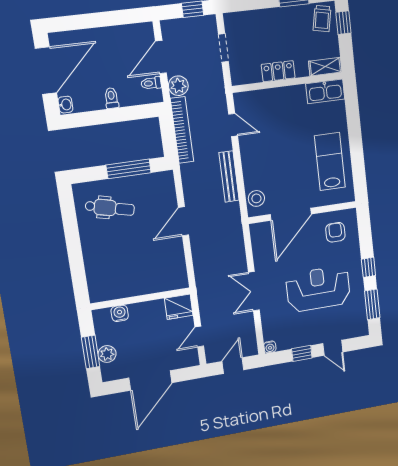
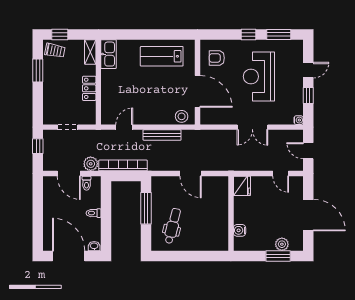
wall: (141, 299) -> (231, 213), moved
fridge: (179, 307) -> (242, 186), moved
water cooler: (120, 313) -> (240, 230), moved

